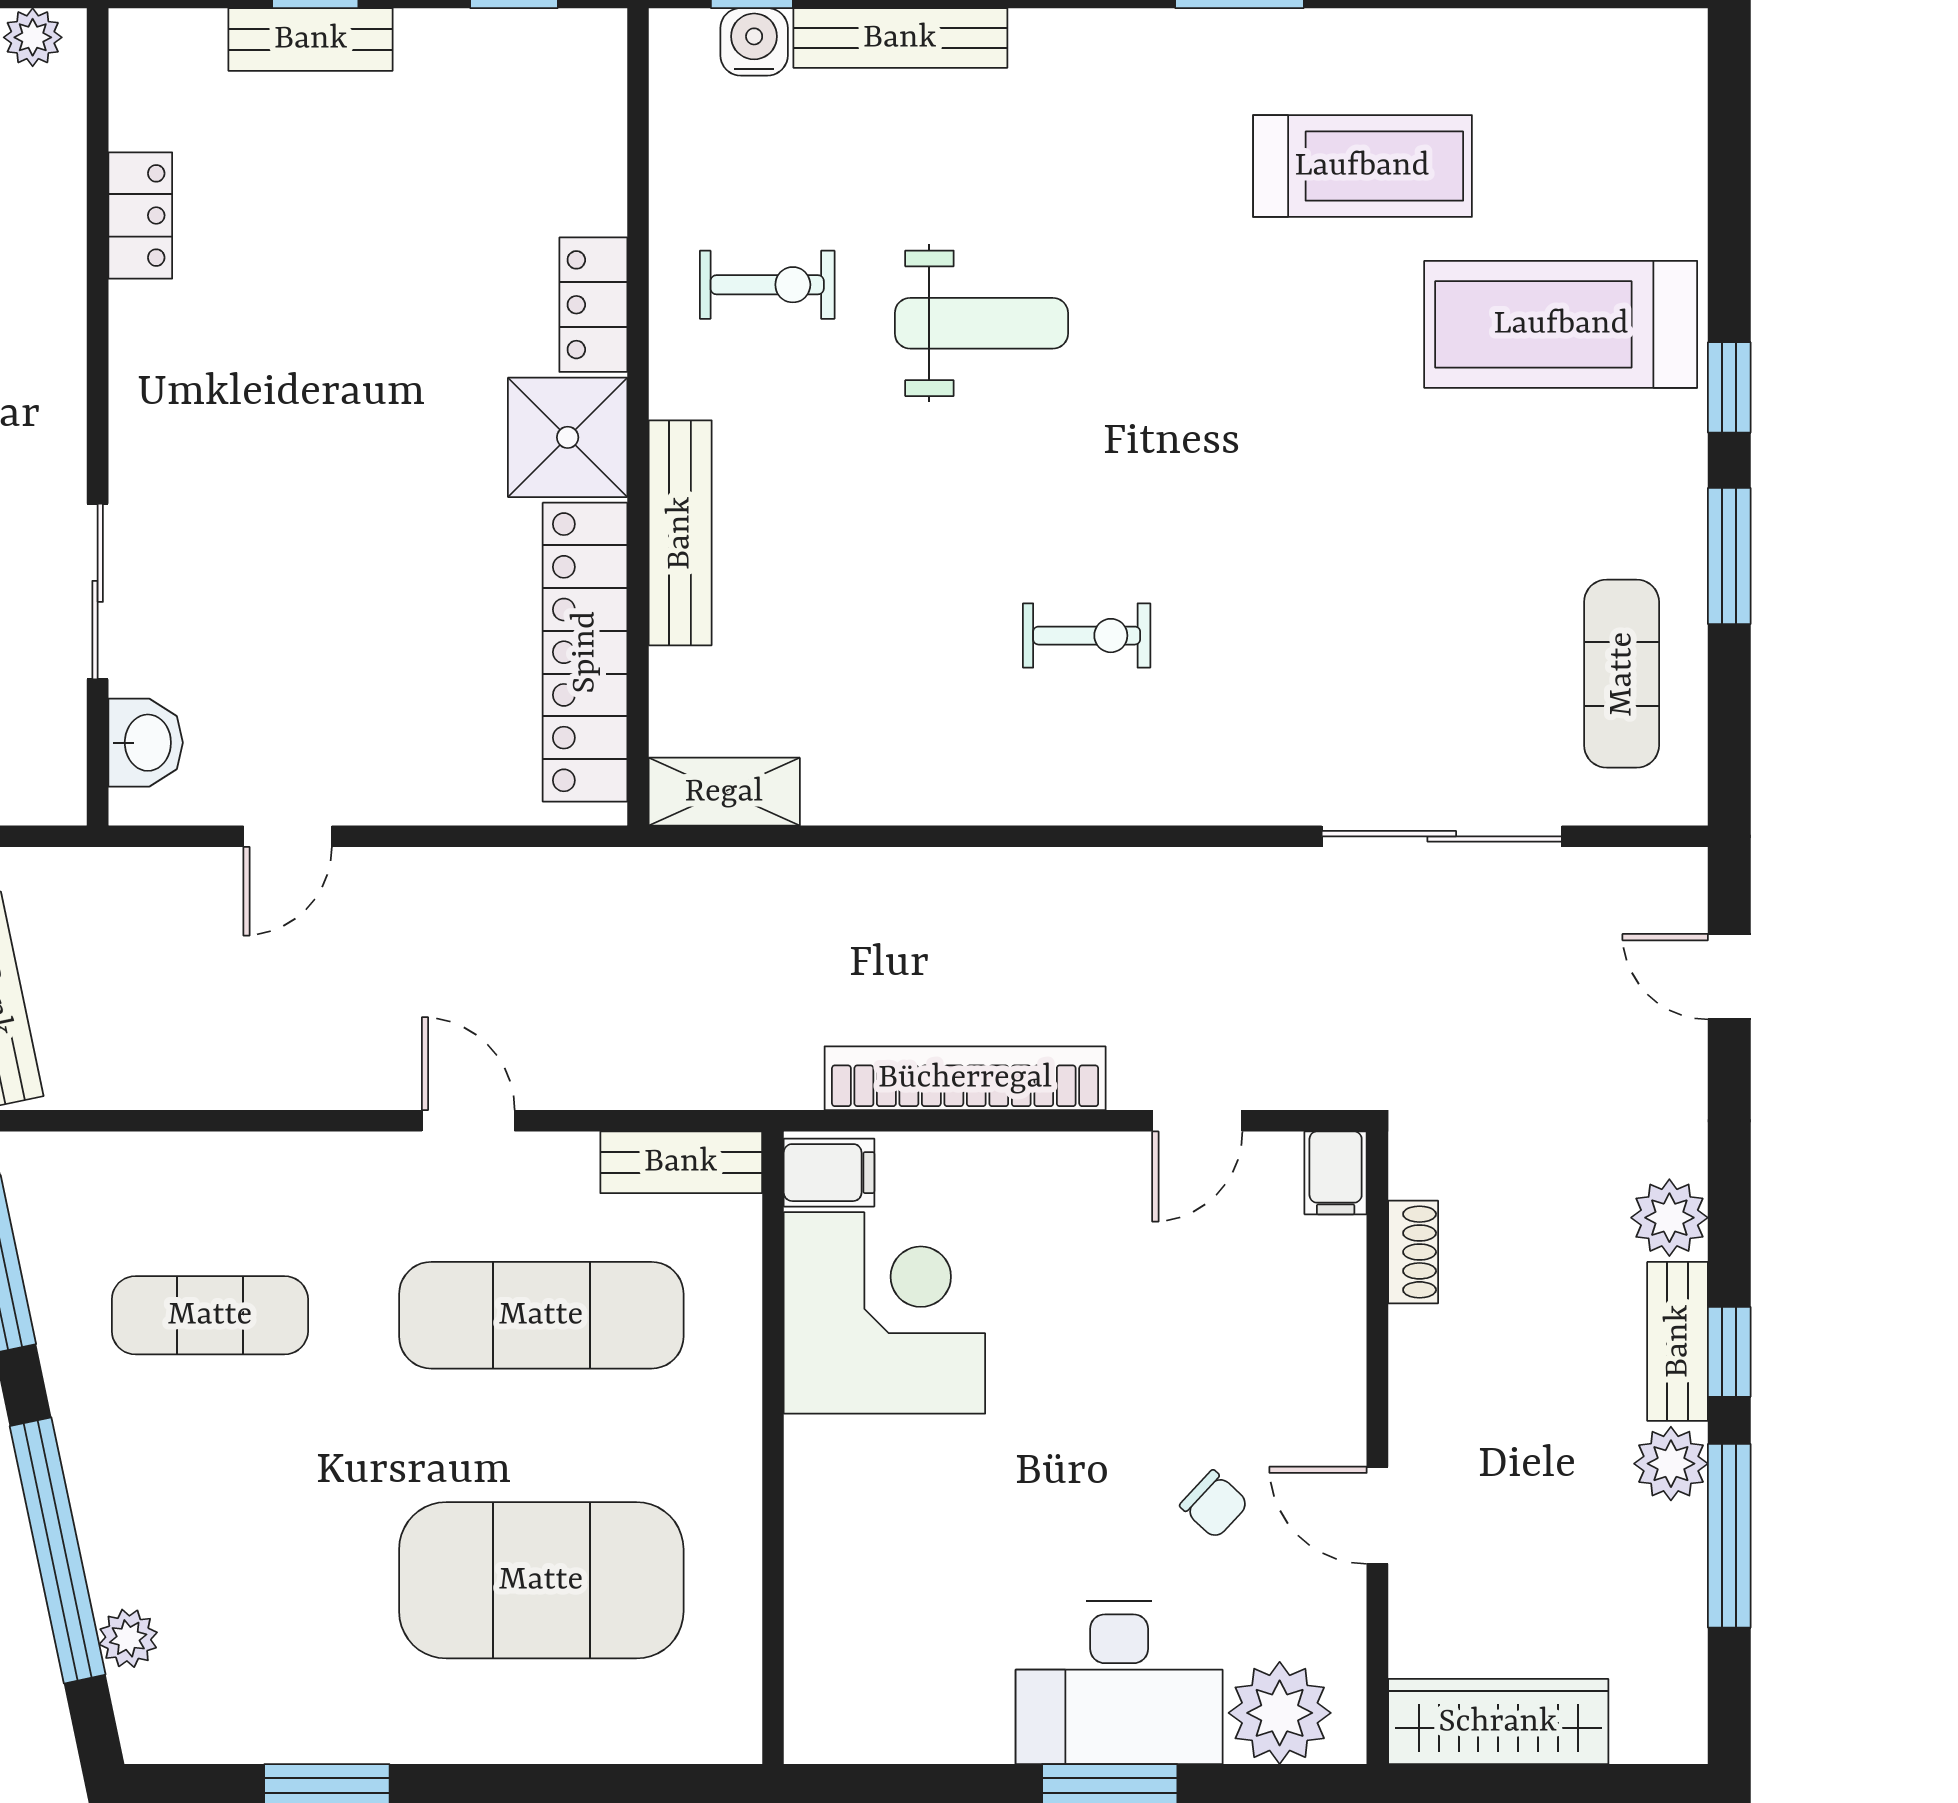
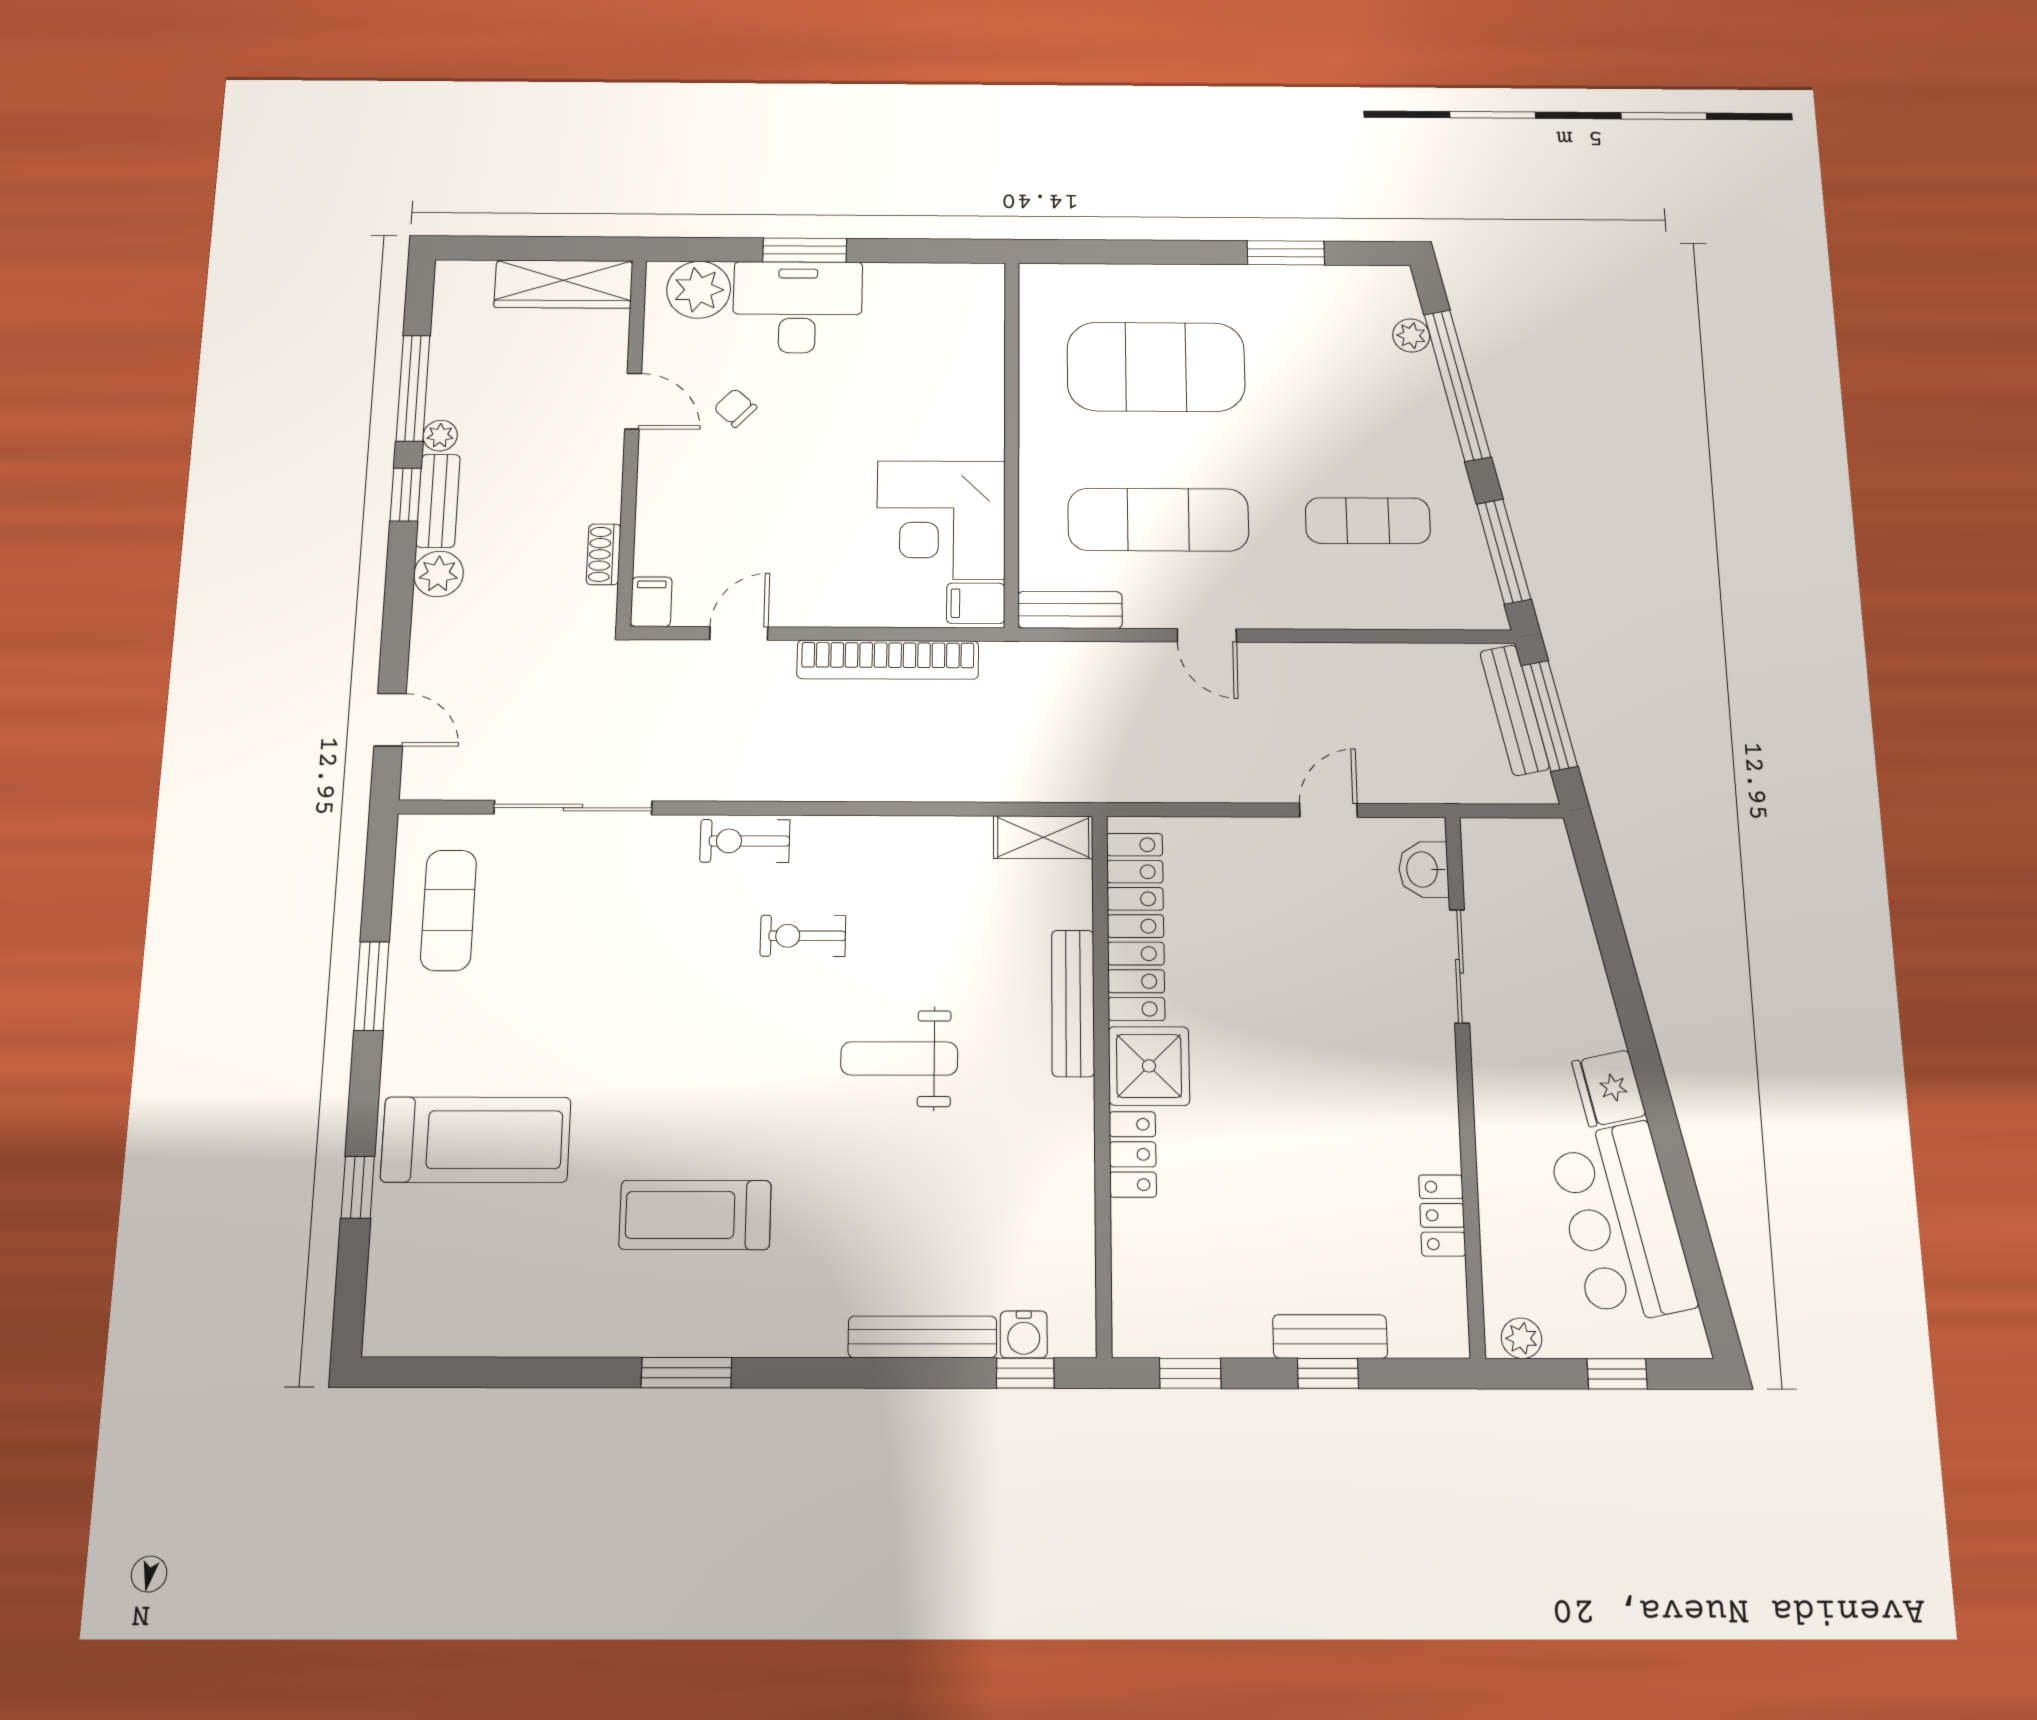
treadmill: (1362, 166) -> (695, 1215), moved
exercise bike: (767, 285) -> (745, 841), moved
weight bench: (981, 323) -> (899, 1058), moved
window: (1729, 387) -> (358, 1187), moved
plant: (1671, 1464) -> (440, 436), width x0.73, depth x0.73

